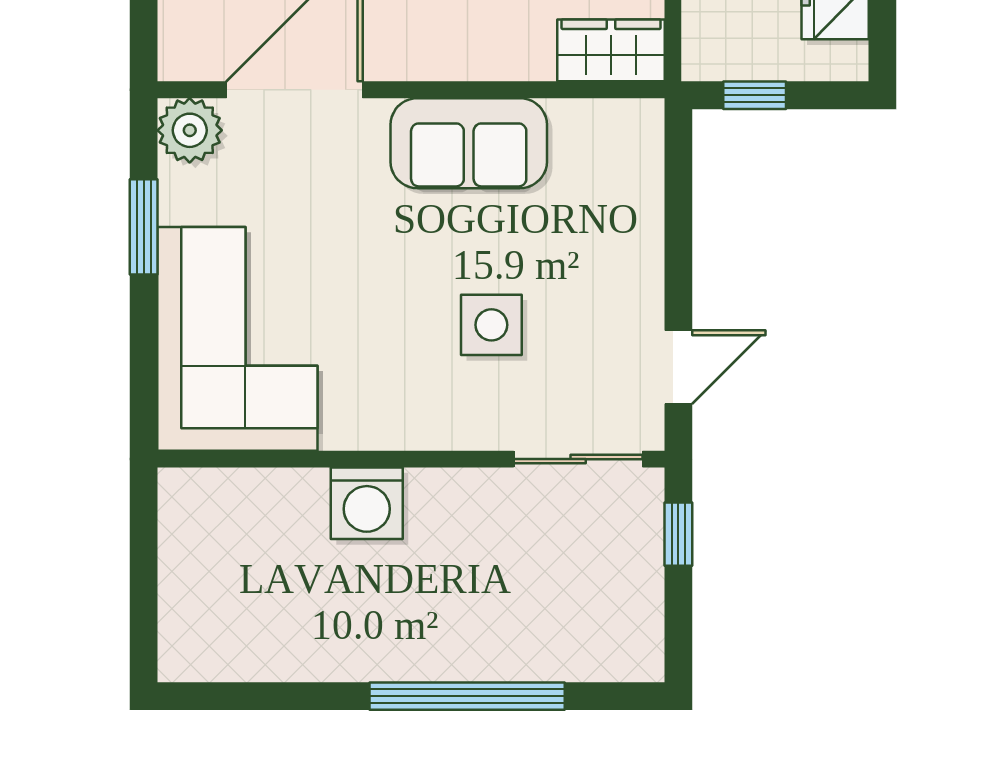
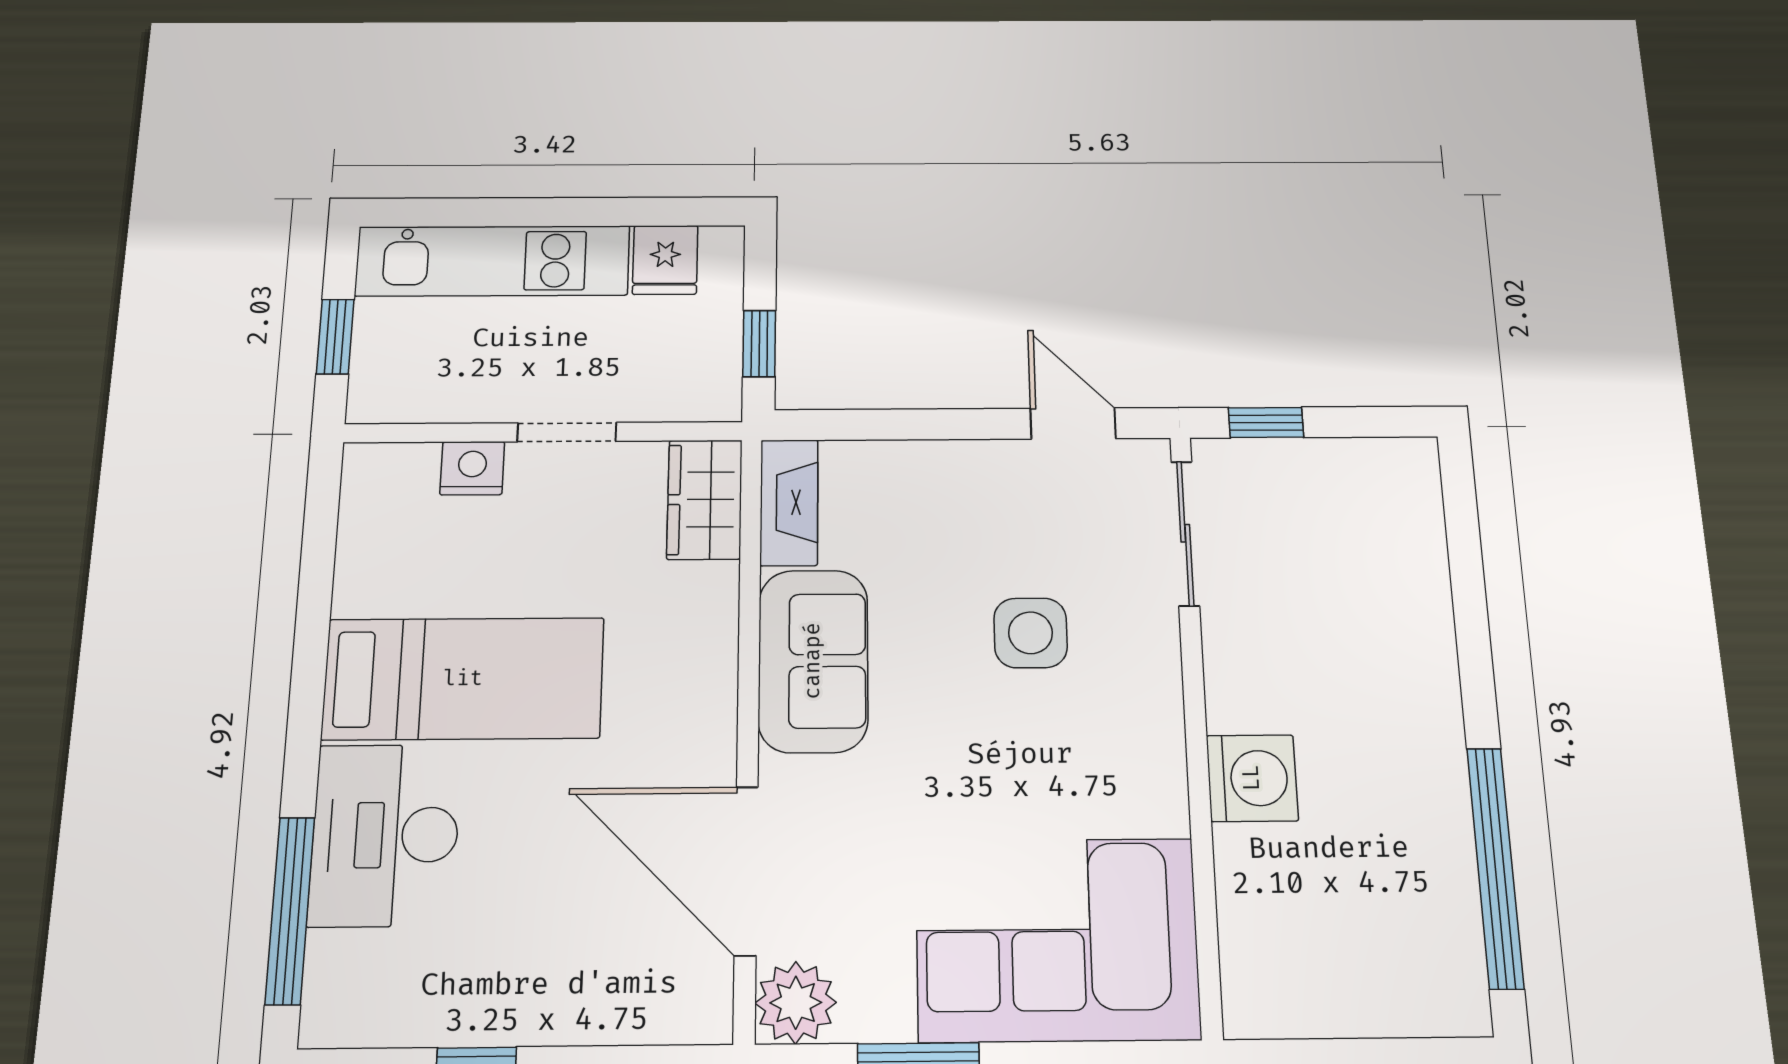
fireplace: (608, 122) -> (789, 502), added
window: (467, 696) -> (1495, 867), moved

